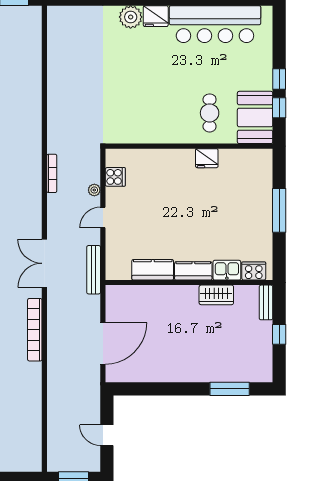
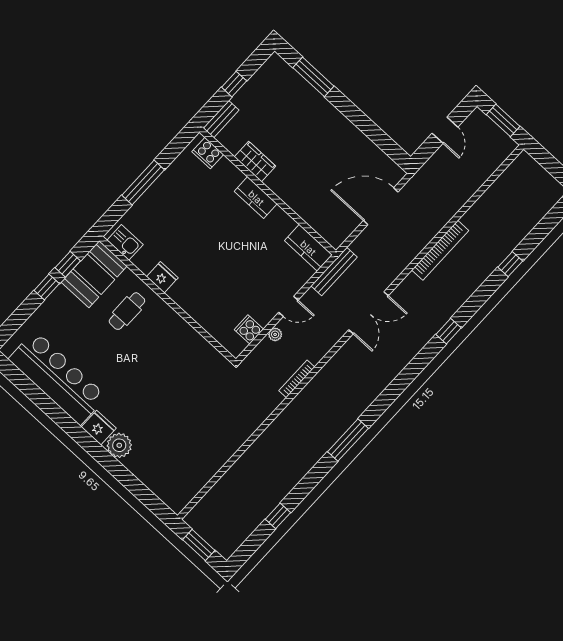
kitchen counter: (153, 270) -> (308, 248), moved
kitchen sink: (227, 270) -> (125, 242), moved, turned 180
bookcase: (35, 330) -> (440, 250), moved

